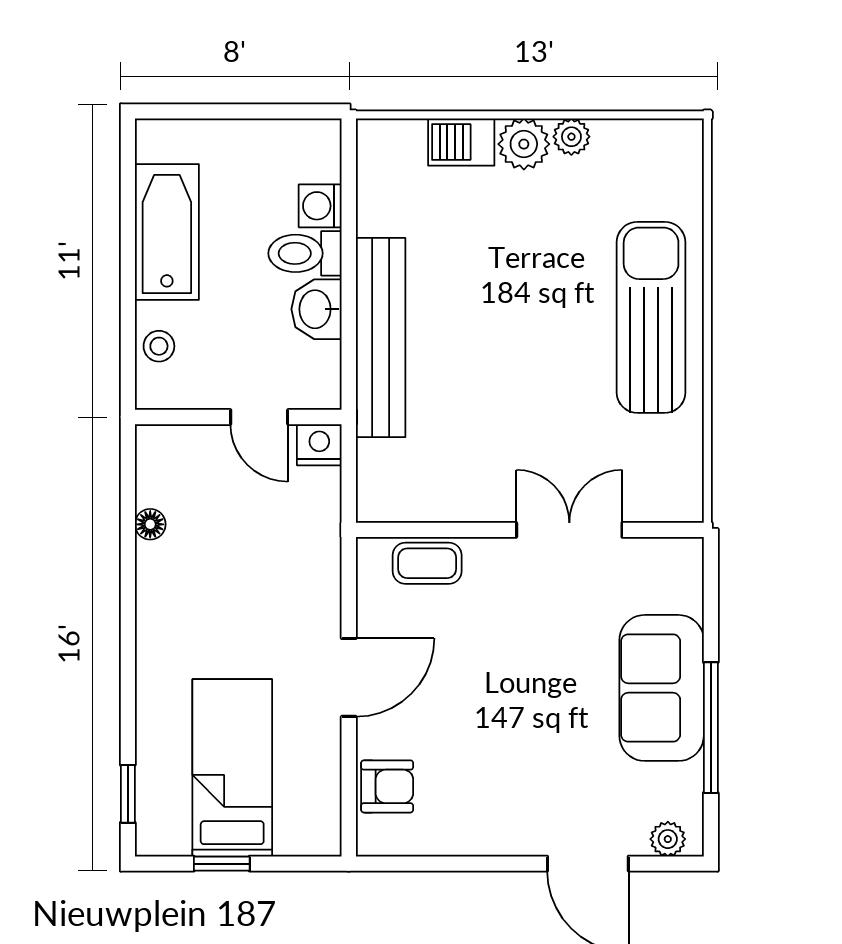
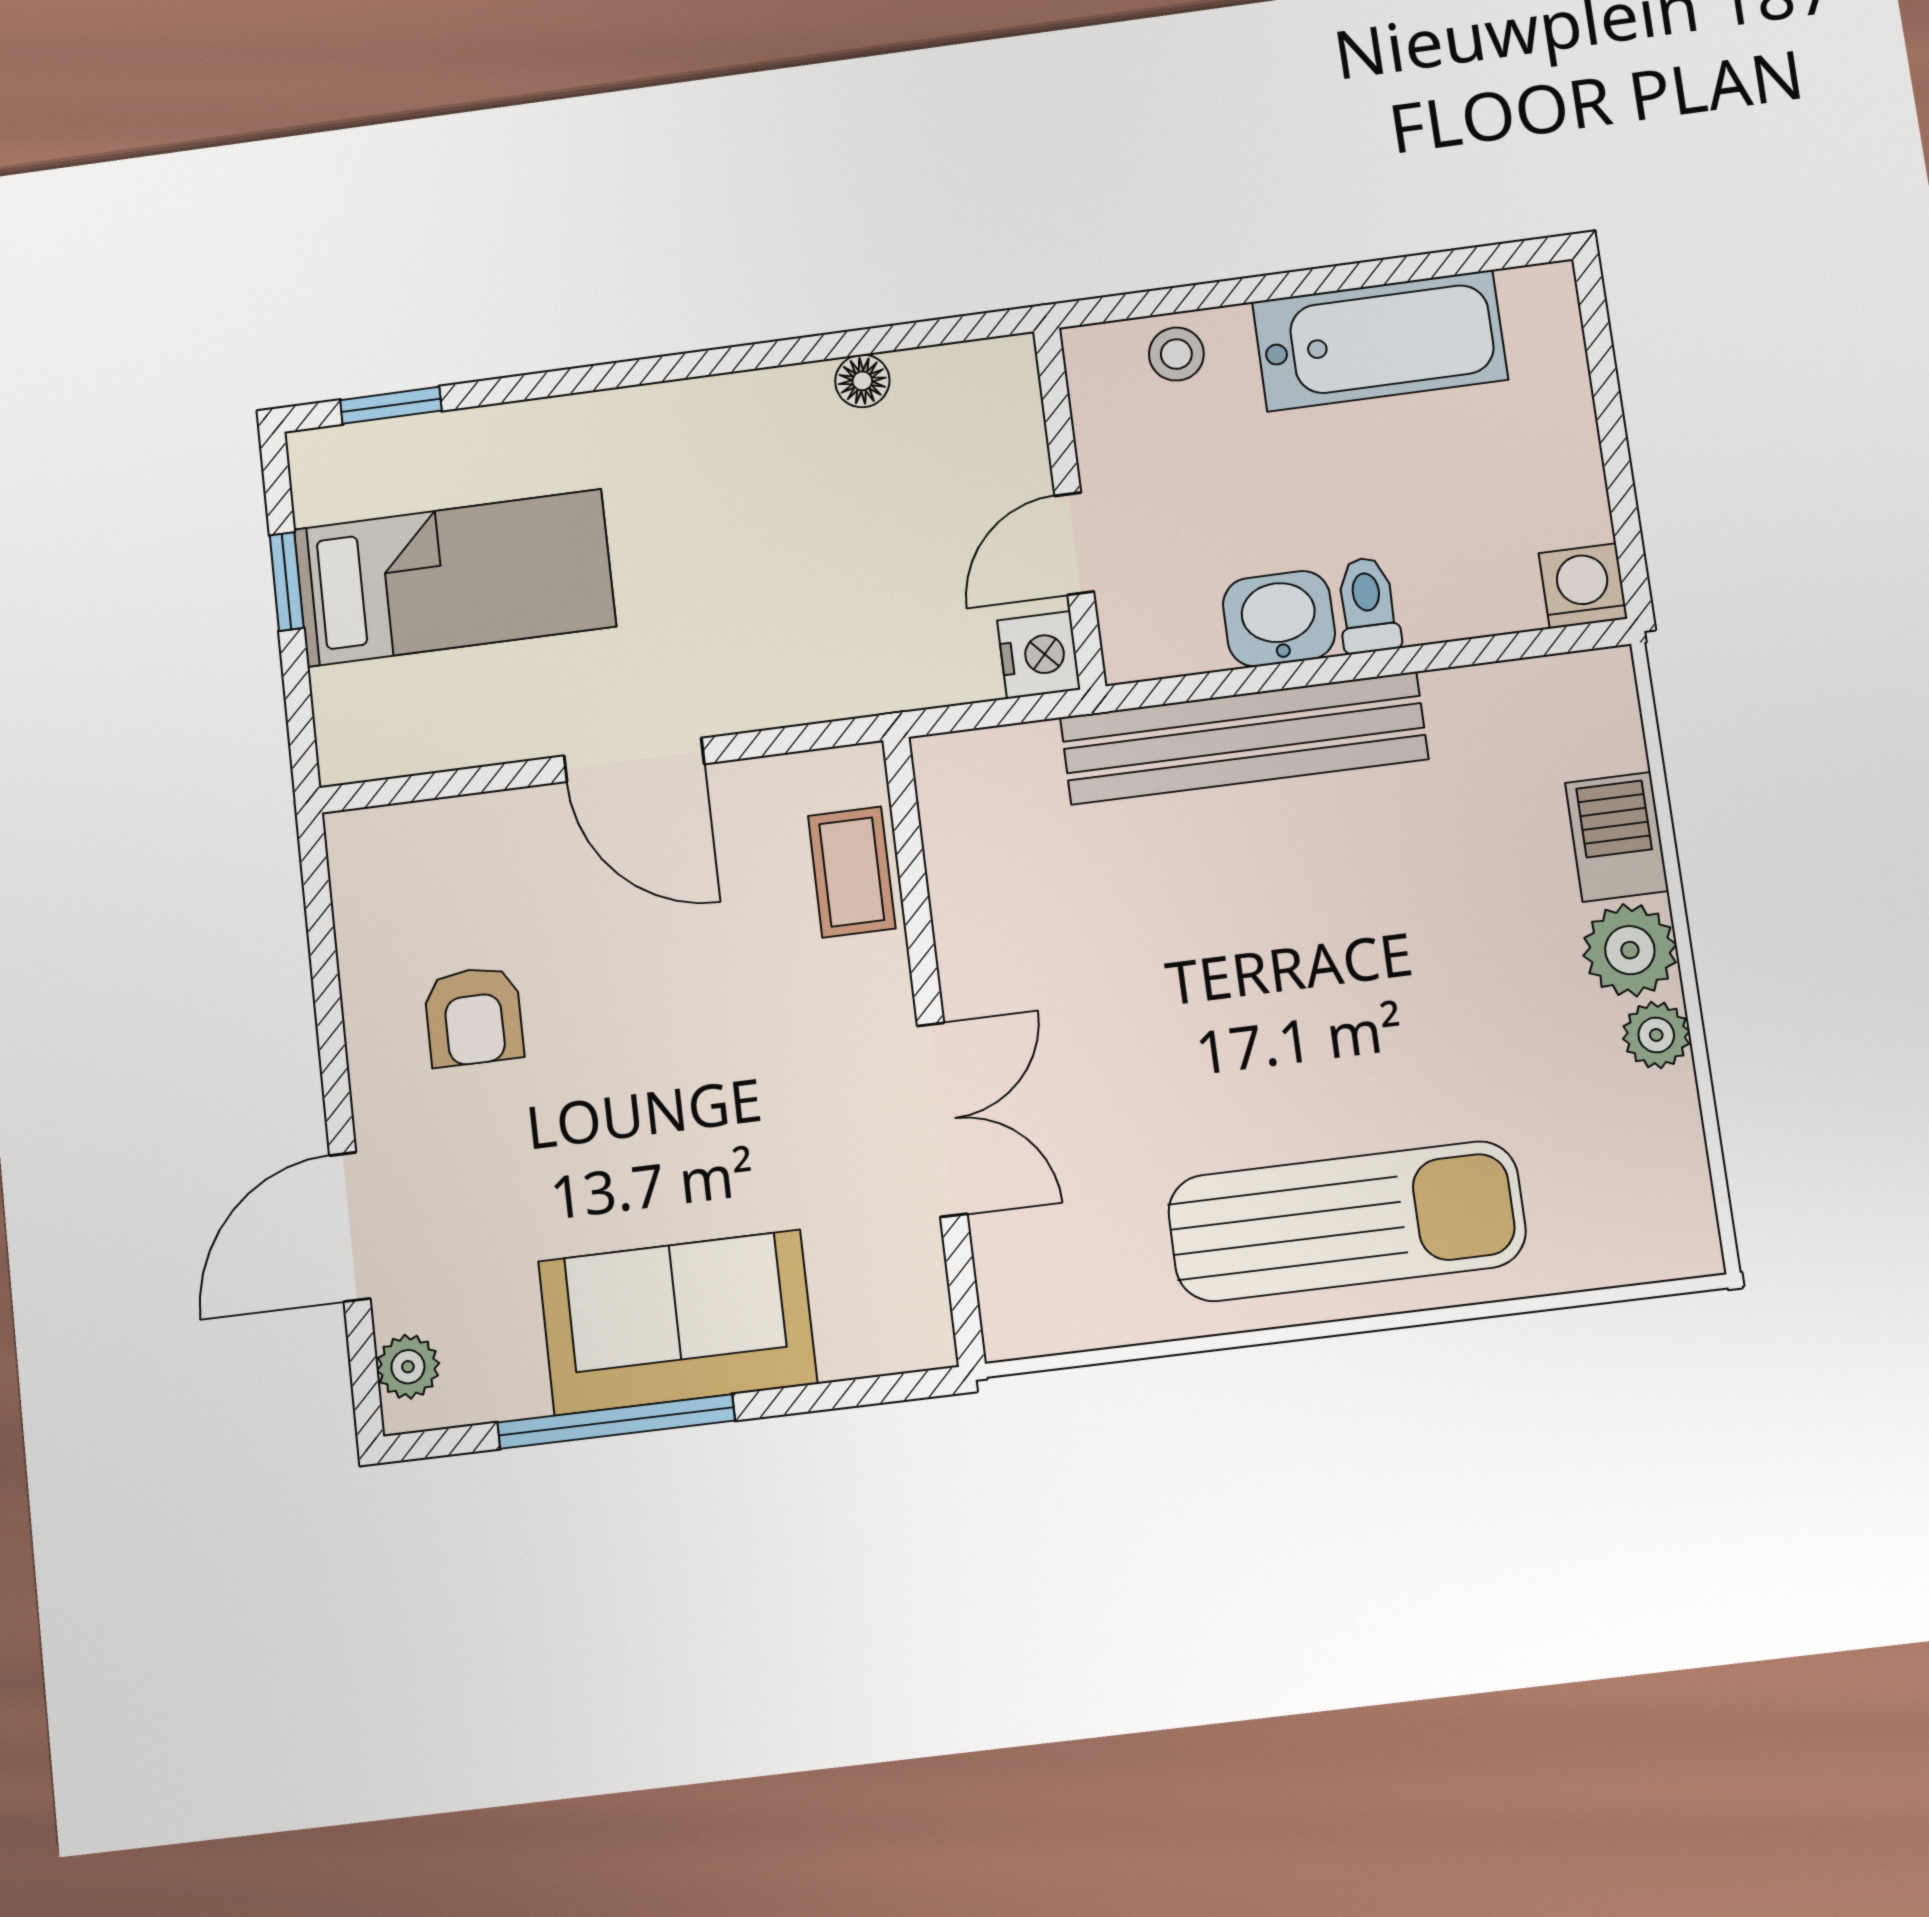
washing machine: (320, 206) -> (1583, 586), moved
toilet: (305, 253) -> (1368, 605), width x0.73, depth x0.72
armchair: (387, 786) -> (474, 1016), moved

